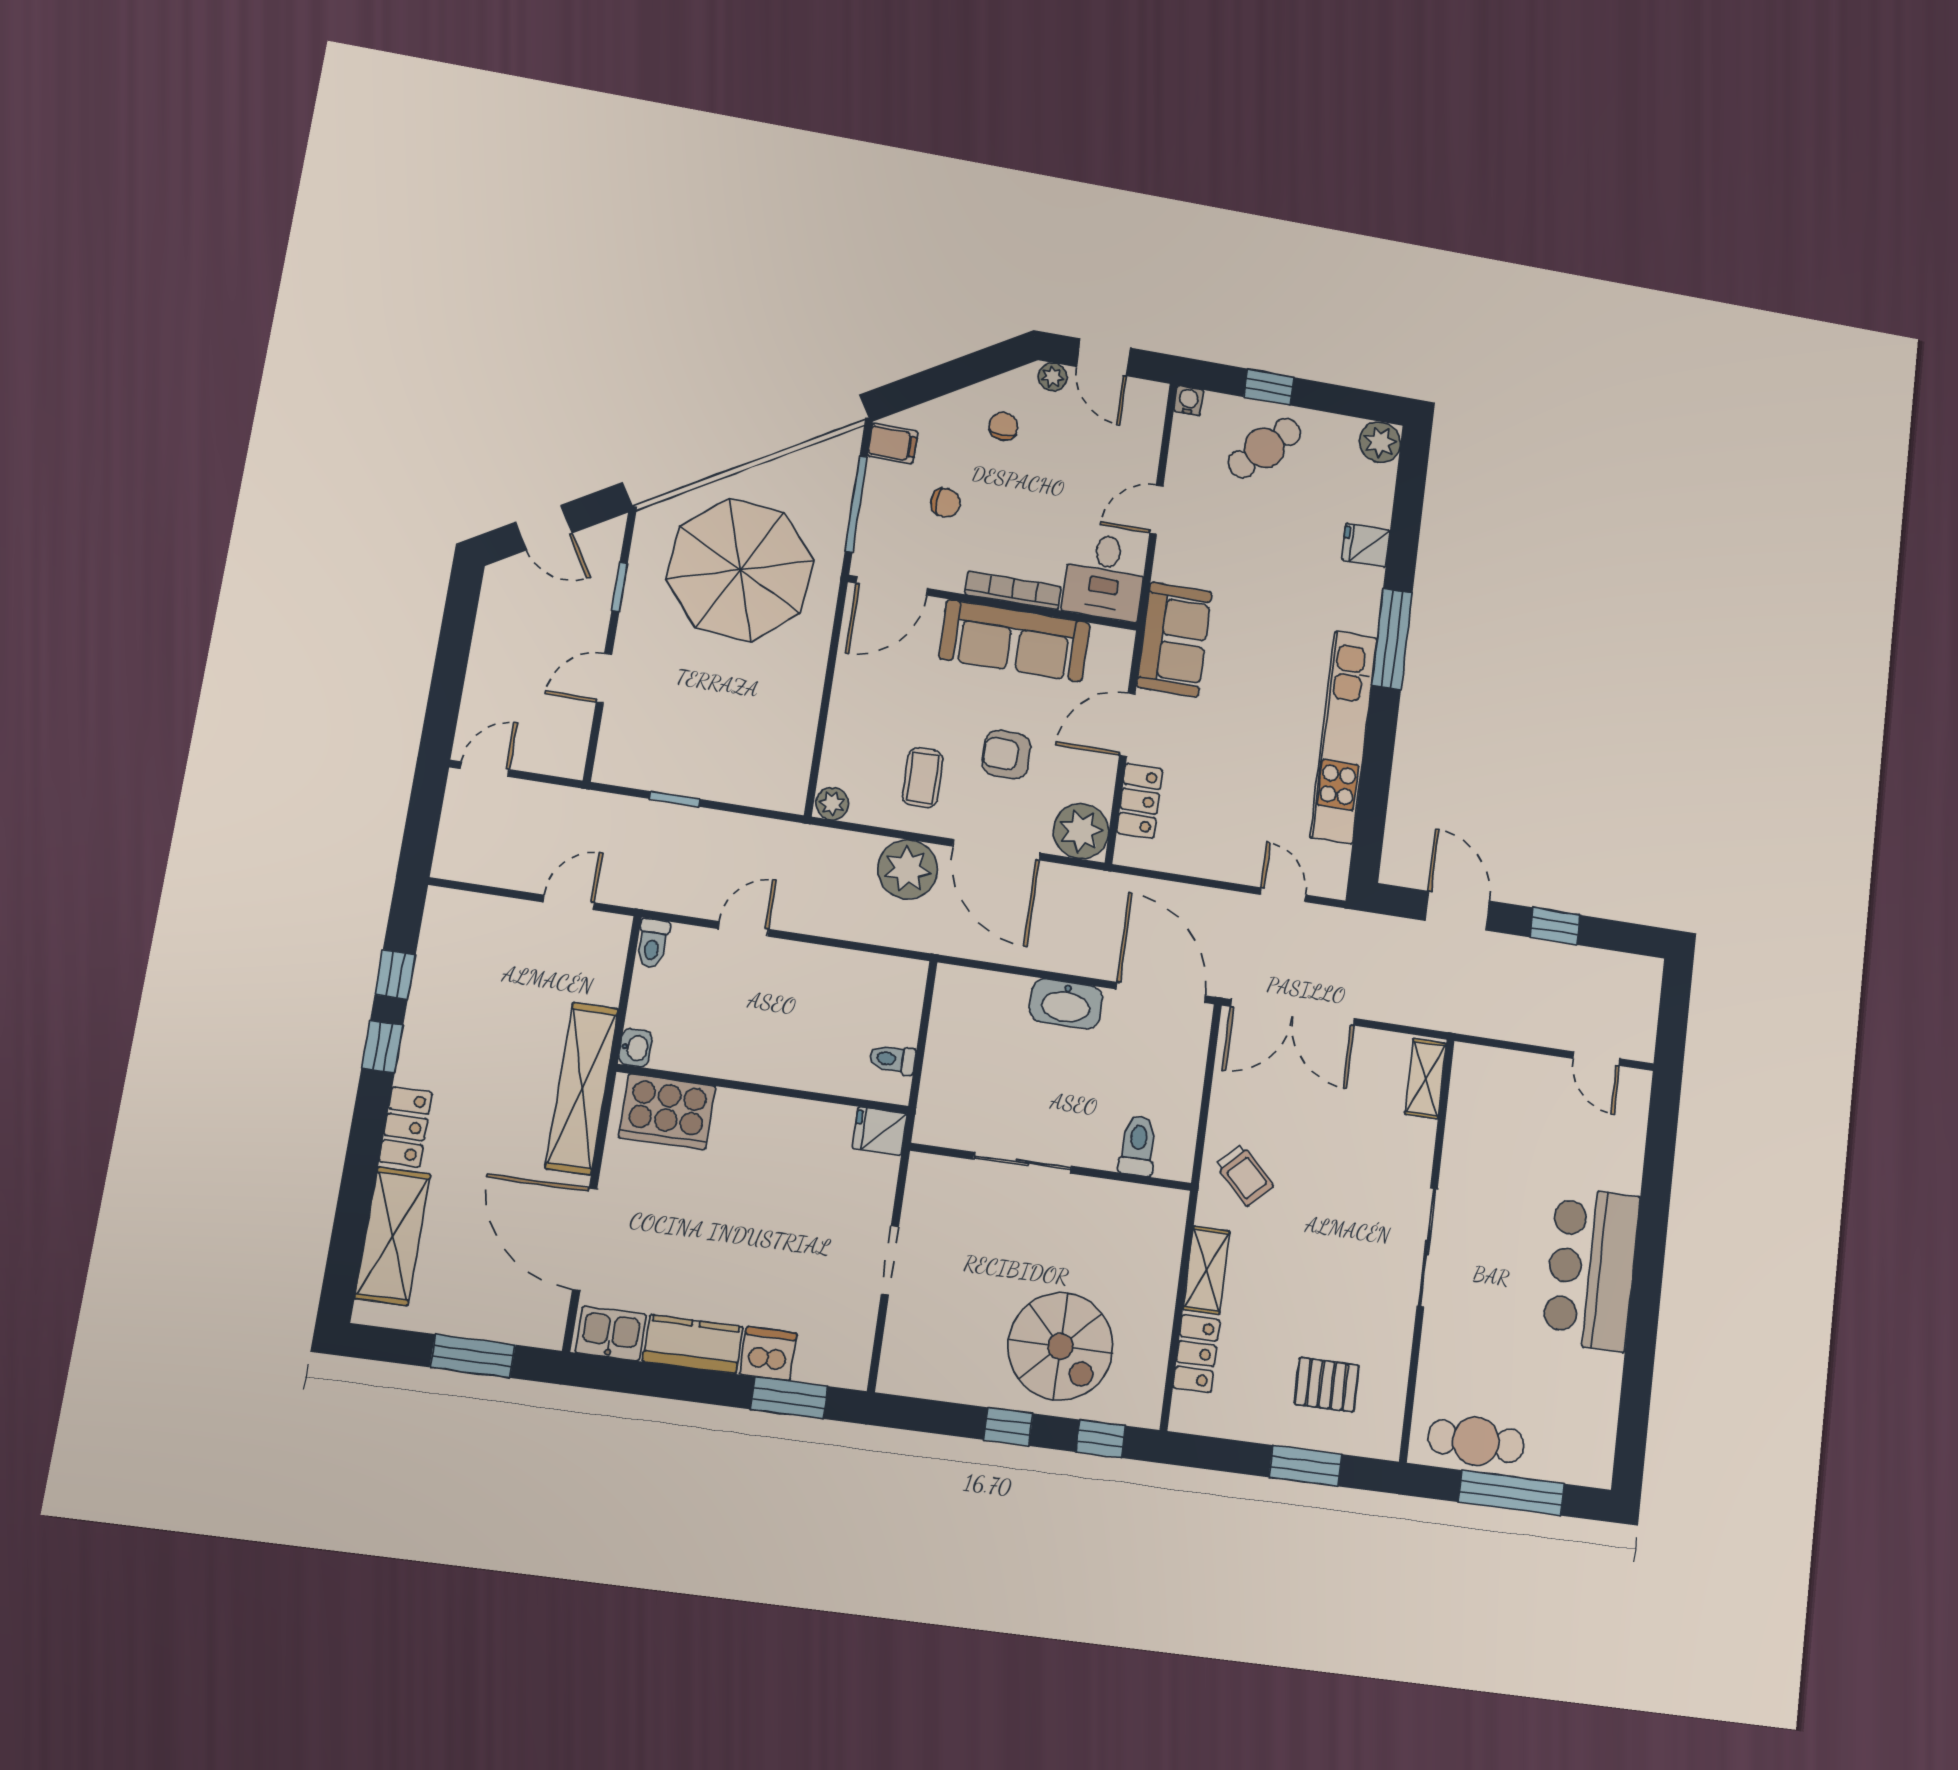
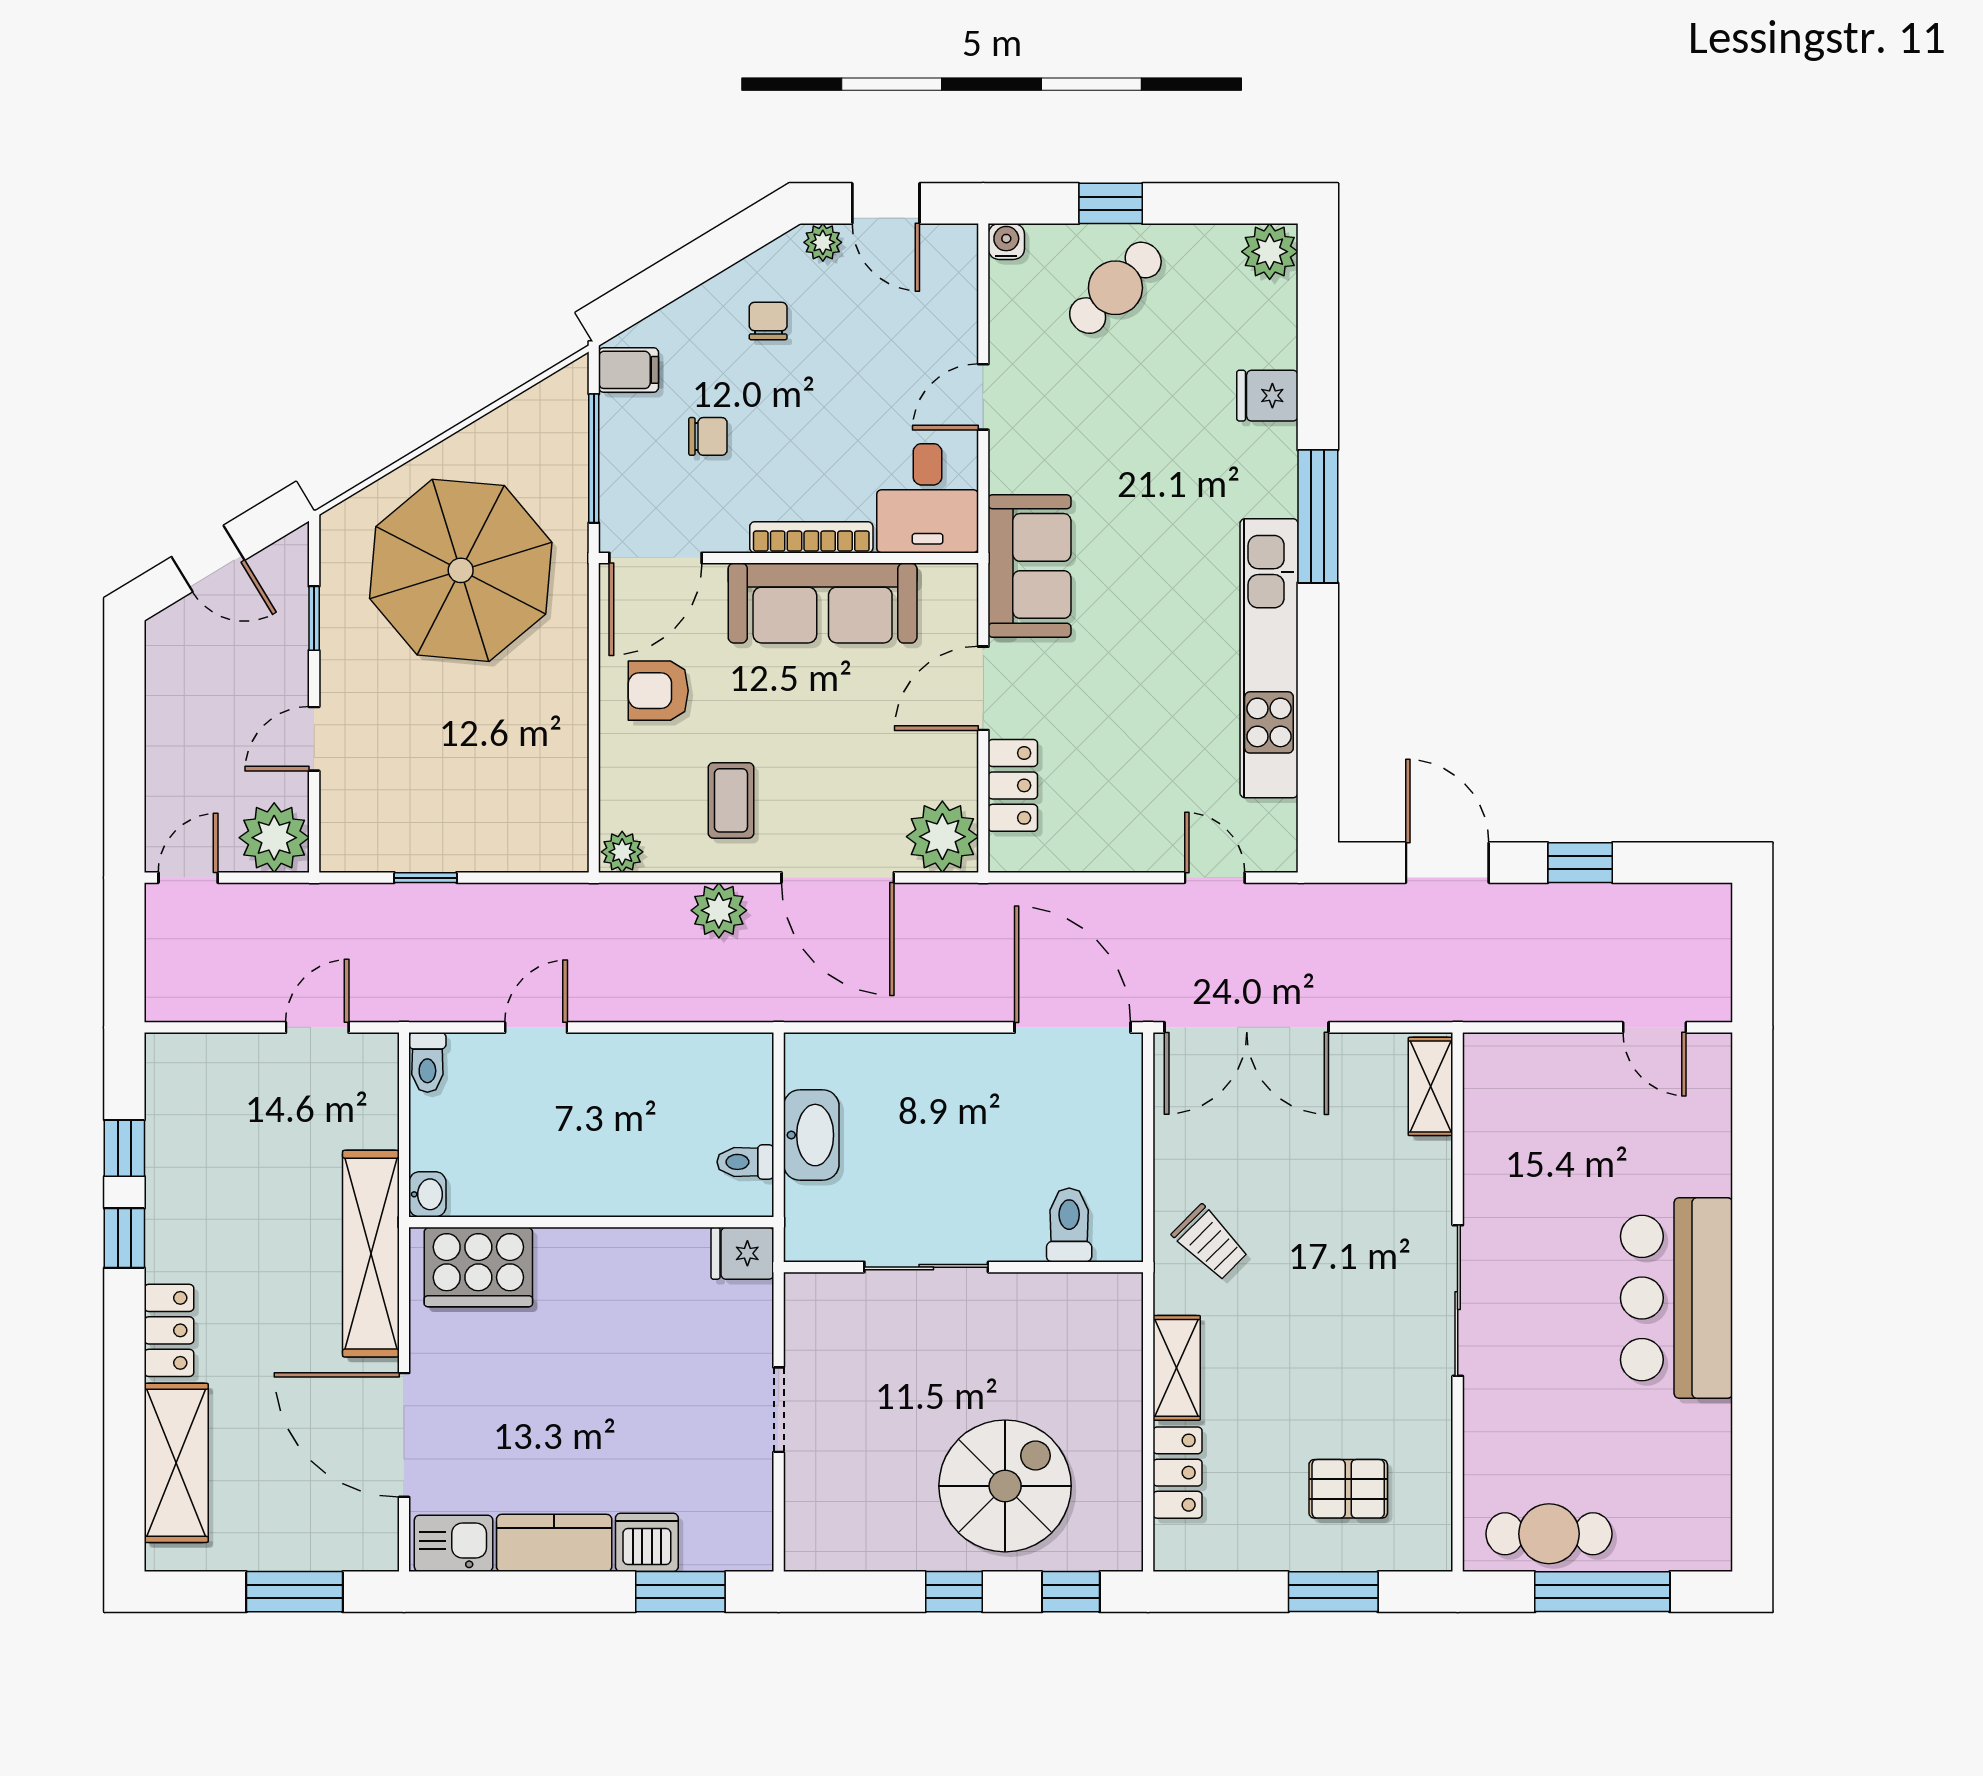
plant: (559, 749) -> (274, 838), added
armchair: (1006, 754) -> (658, 691), moved
plant: (908, 869) -> (719, 910), width x0.73, depth x0.73
washbasin: (1066, 1004) -> (811, 1135), moved, turned -90
spiral stairs: (1060, 1346) -> (1005, 1486), turned -90

